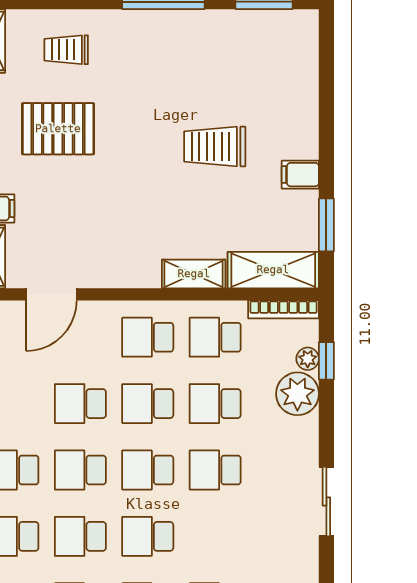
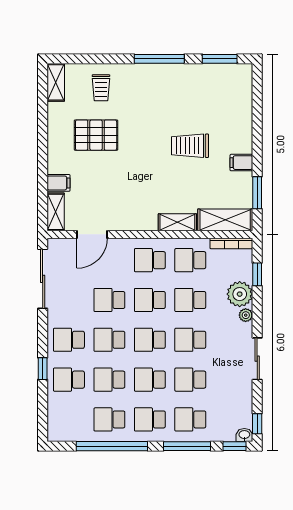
trolley: (66, 50) -> (101, 88), turned -90
plant: (308, 359) -> (246, 315), moved
school desk: (215, 536) -> (190, 380), added

